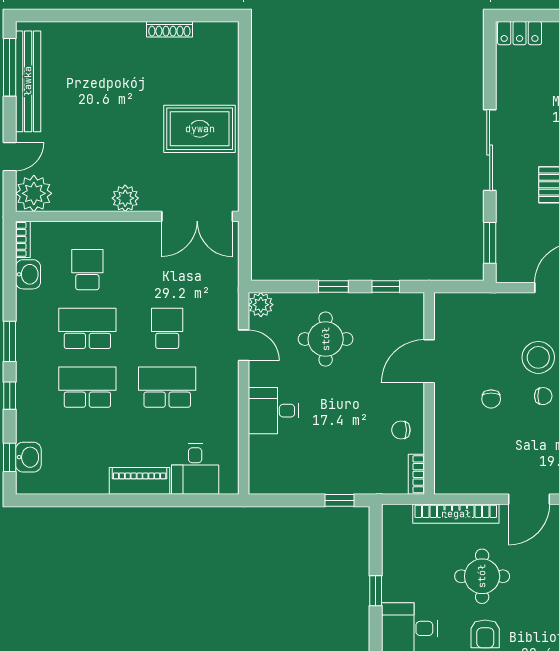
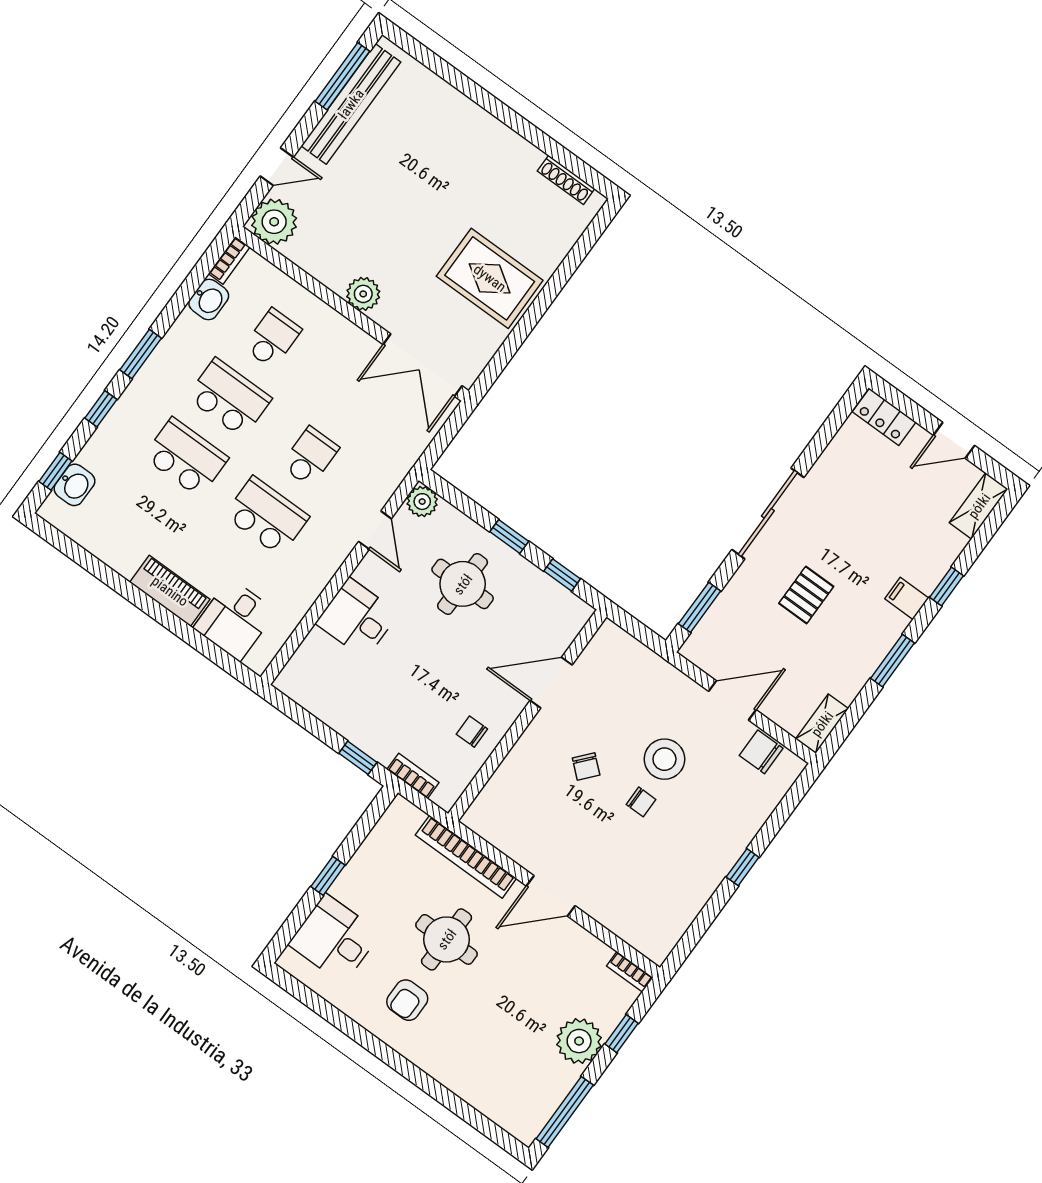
shoe rack: (169, 29) -> (566, 180), moved
chair: (491, 399) -> (586, 766), turned -49
bookcase: (416, 474) -> (413, 776), moved, turned 90

